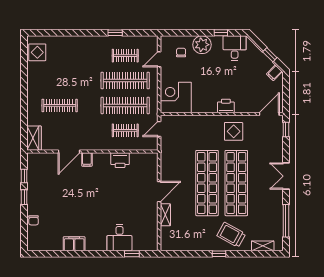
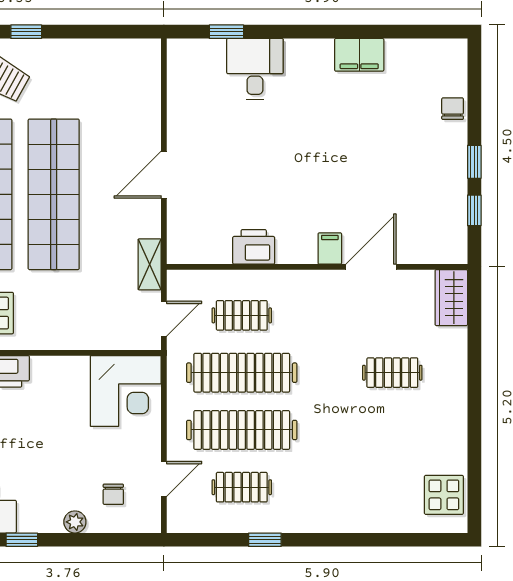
plant: (202, 45) -> (75, 522), width x0.53, depth x0.53
clothes rail: (60, 105) -> (392, 373), width x0.73
shelving: (165, 215) -> (150, 264), moved

